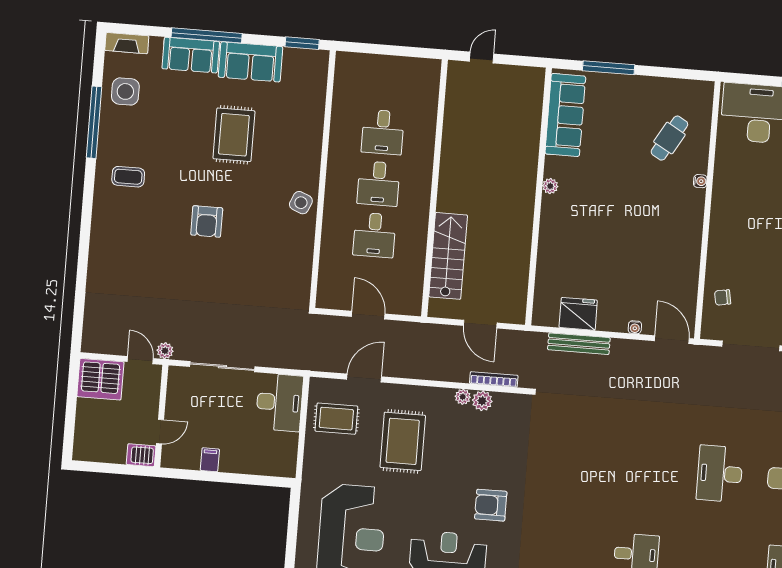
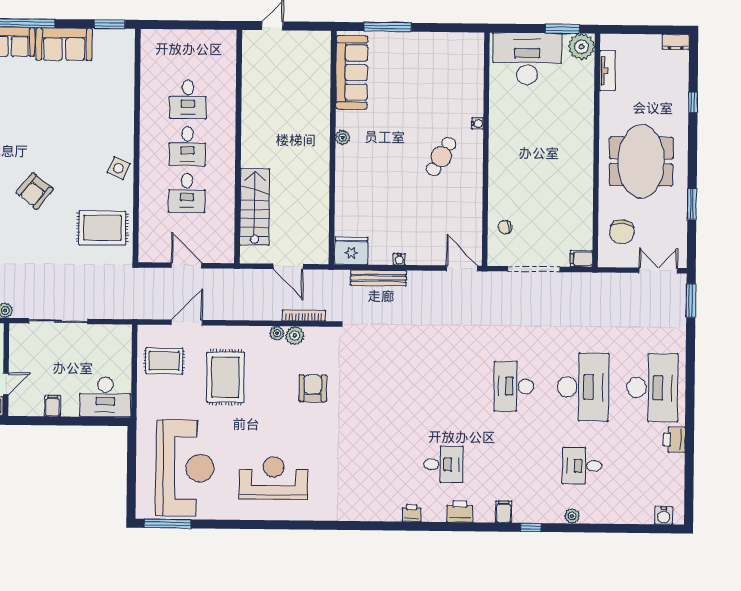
rug: (234, 135) -> (102, 228), moved, turned 90
cafe table: (669, 138) -> (441, 157), moved
armchair: (207, 221) -> (35, 191), turned 39
fridge: (578, 314) -> (351, 251), moved
water cooler: (635, 327) -> (399, 259), moved
desk: (279, 402) -> (105, 397), moved, turned 90
armchair: (491, 505) -> (313, 388), moved, turned 90

